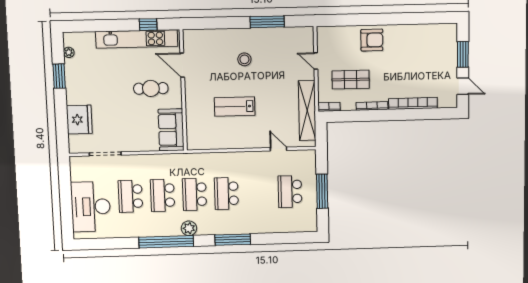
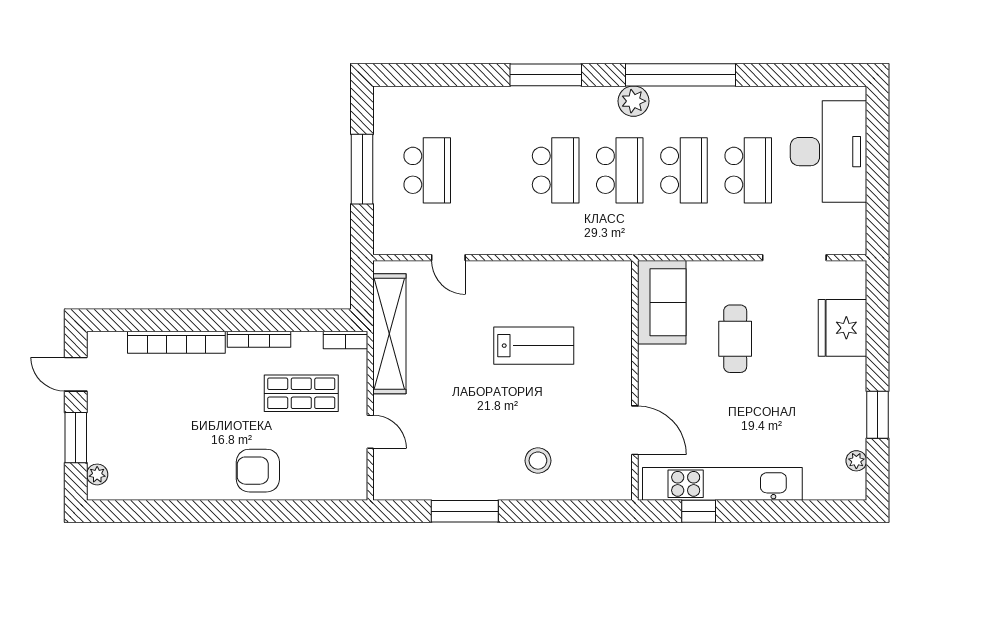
plant: (452, 36) -> (97, 474), added
stool: (244, 59) -> (538, 461), moved
cafe table: (151, 88) -> (735, 339), moved, turned 90

